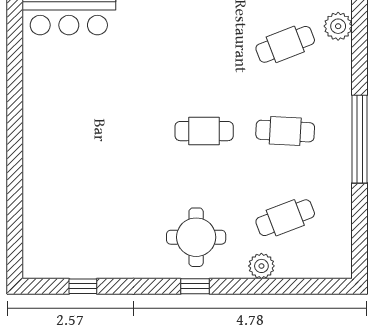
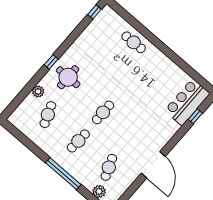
window: (360, 139) -> (63, 174), moved
cafe table: (47, 180) -> (134, 42), added
window: (83, 286) -> (95, 12), moved

